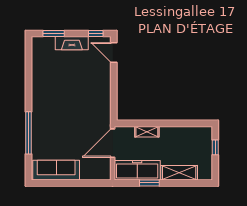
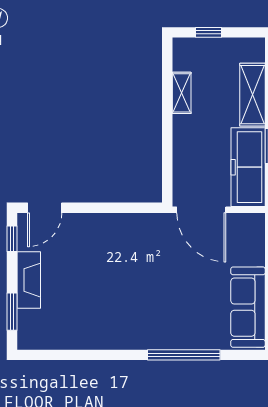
shelving: (147, 132) -> (182, 93), moved

